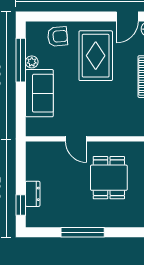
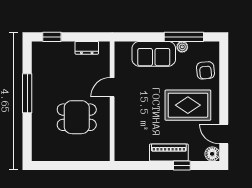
dresser: (33, 194) -> (87, 48), moved

